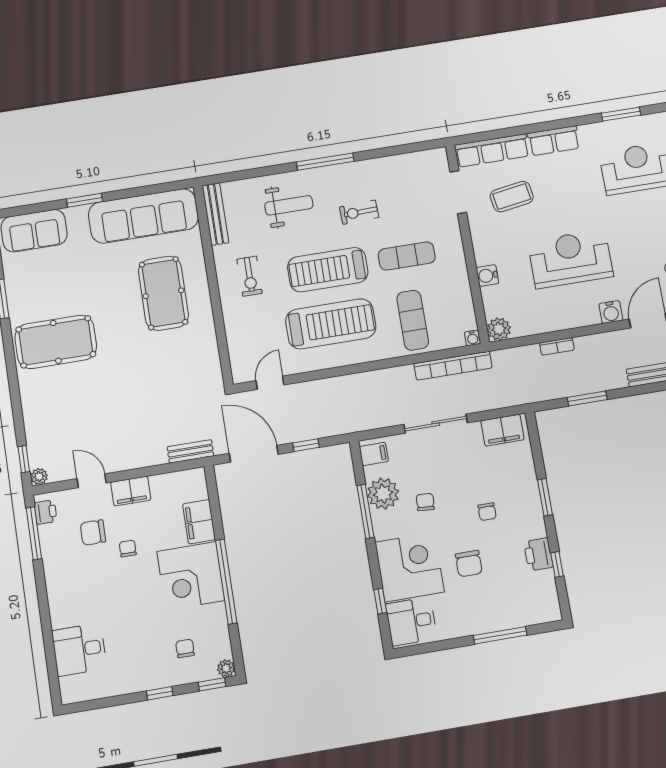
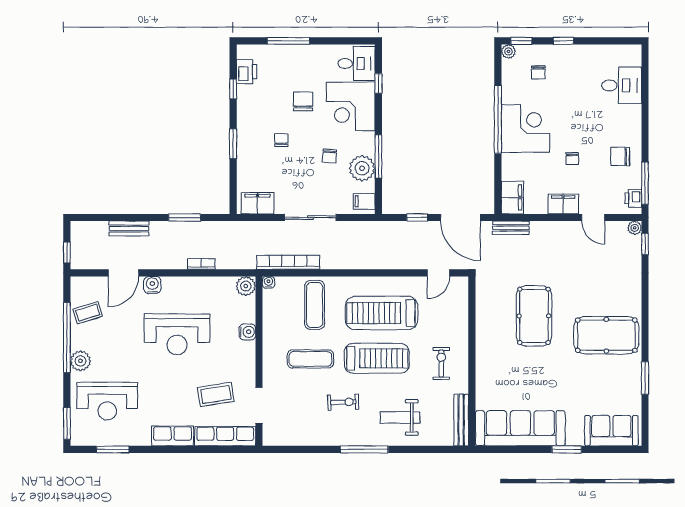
pool table: (163, 293) -> (534, 316), moved
filing cabinet: (199, 522) -> (512, 198), moved
chair: (93, 533) -> (620, 156), moved, turned 180
printer: (538, 554) -> (247, 72), moved

